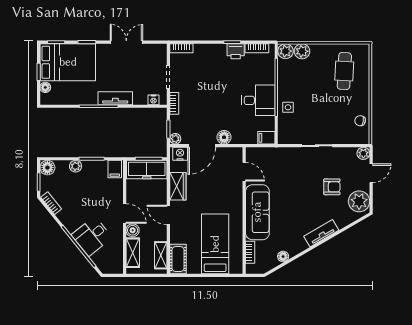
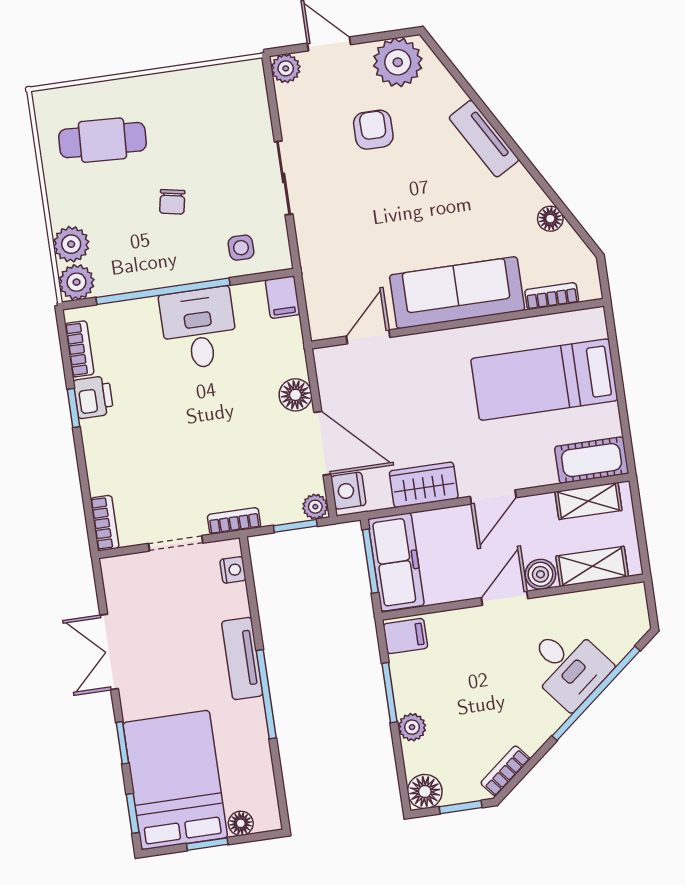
side table: (288, 107) -> (241, 248), moved
chair: (360, 121) -> (172, 202), moved

